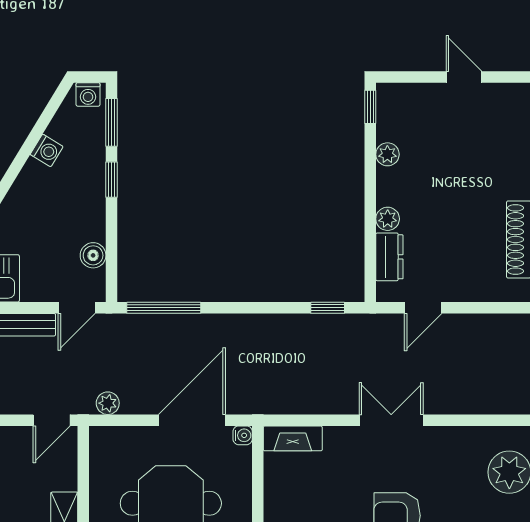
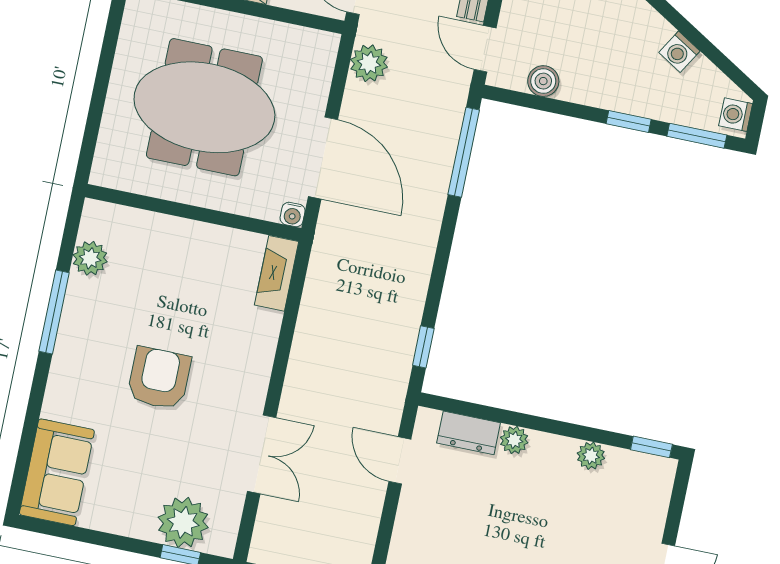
plant: (108, 403) -> (369, 63), width x1.38, depth x1.38
double door: (391, 420) -> (262, 454), moved

